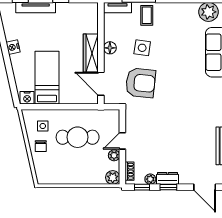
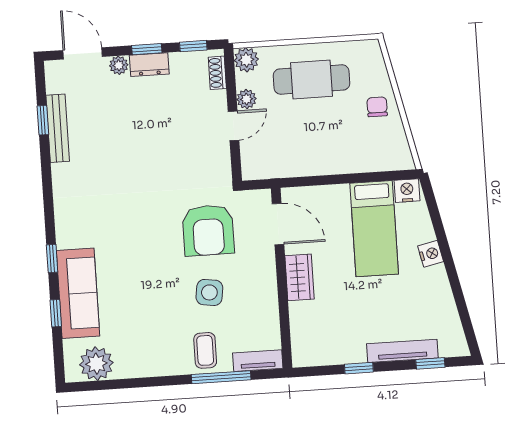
nightstand: (13, 47) -> (431, 254), moved
floor lamp: (110, 48) -> (267, 289), removed
wardrobe: (91, 53) -> (300, 277), width x0.67
armchair: (140, 83) -> (208, 230), turned -96
side table: (43, 126) -> (376, 143), removed
cafe table: (78, 137) -> (311, 80), moved
plant: (150, 179) -> (119, 65), moved

